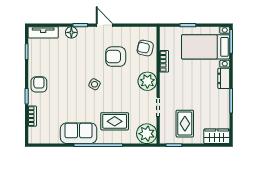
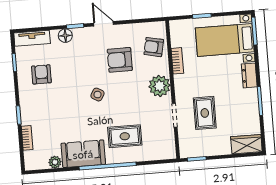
armchair: (39, 84) -> (41, 74), moved
rug: (185, 124) -> (205, 113), moved
plant: (147, 134) -> (55, 162), moved, width x0.53, depth x0.53

